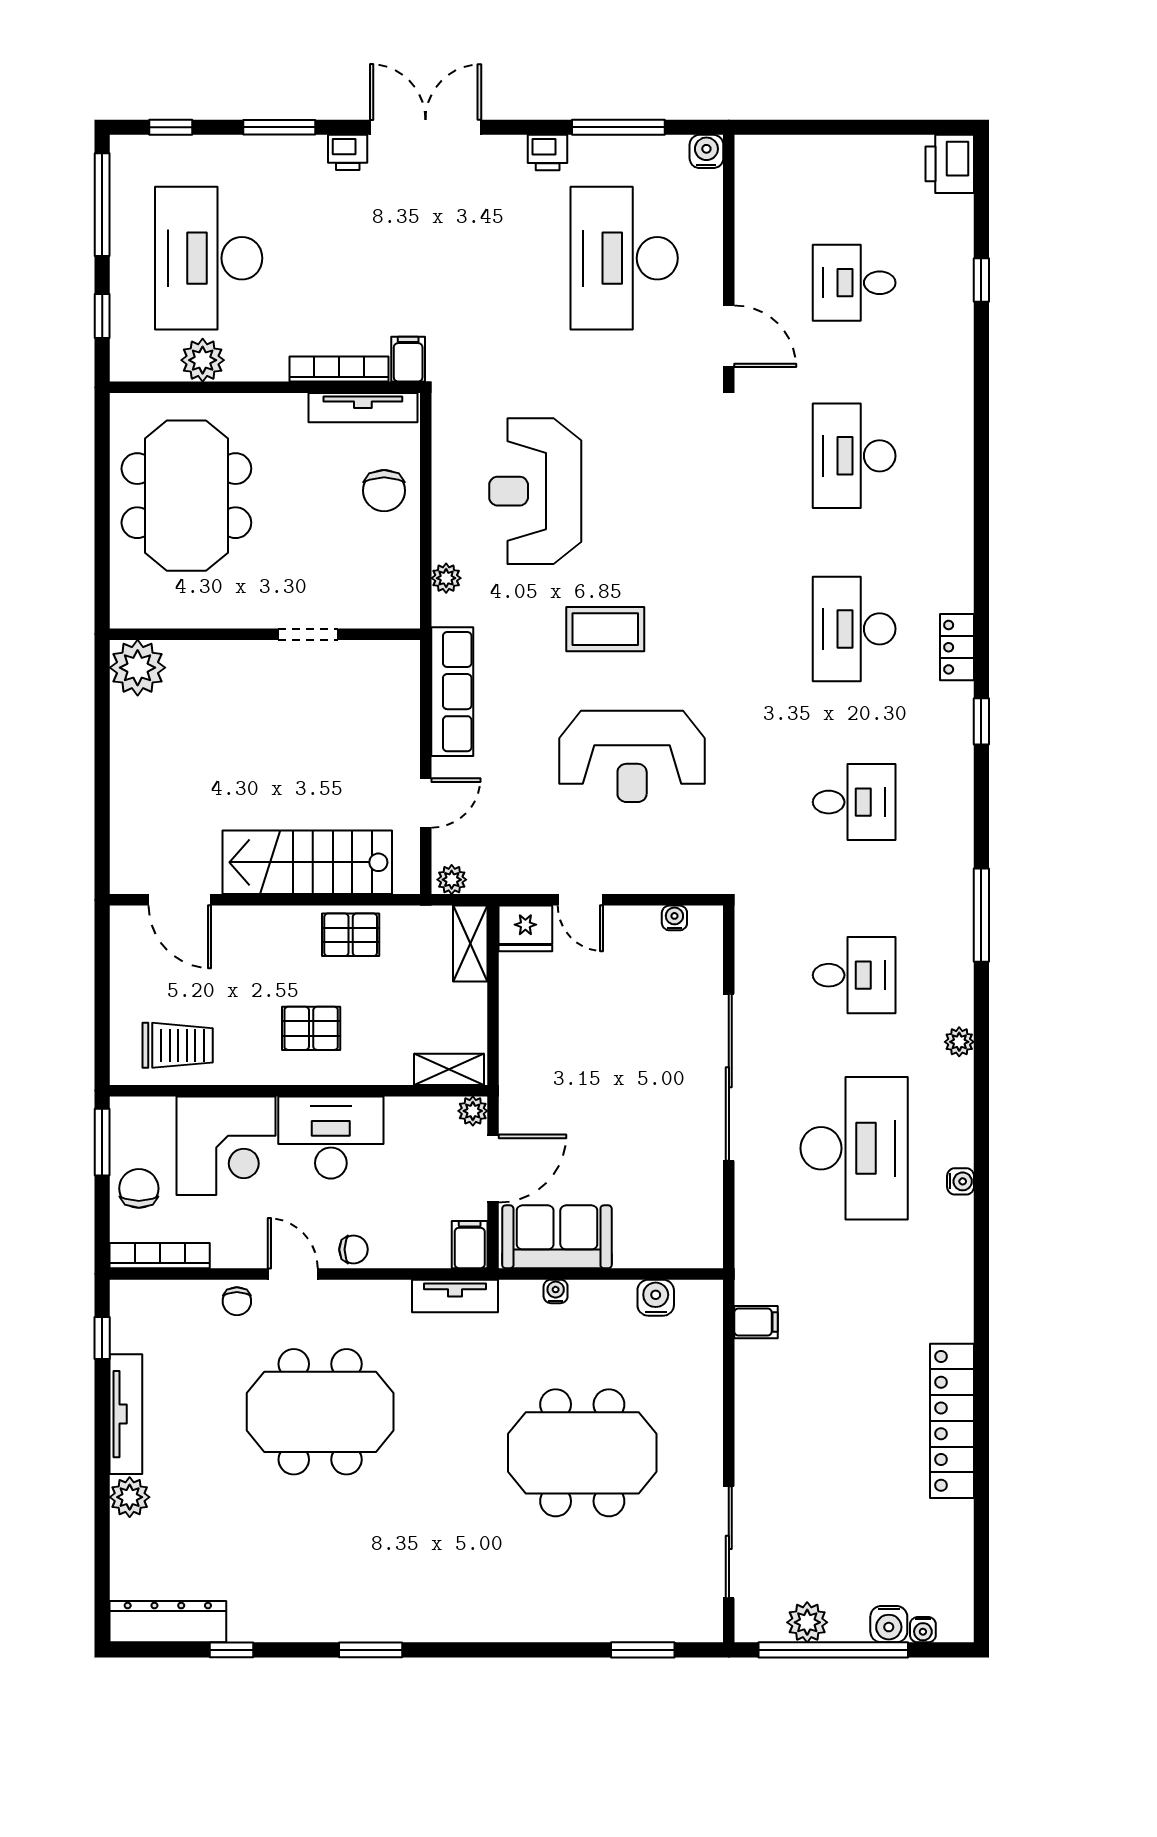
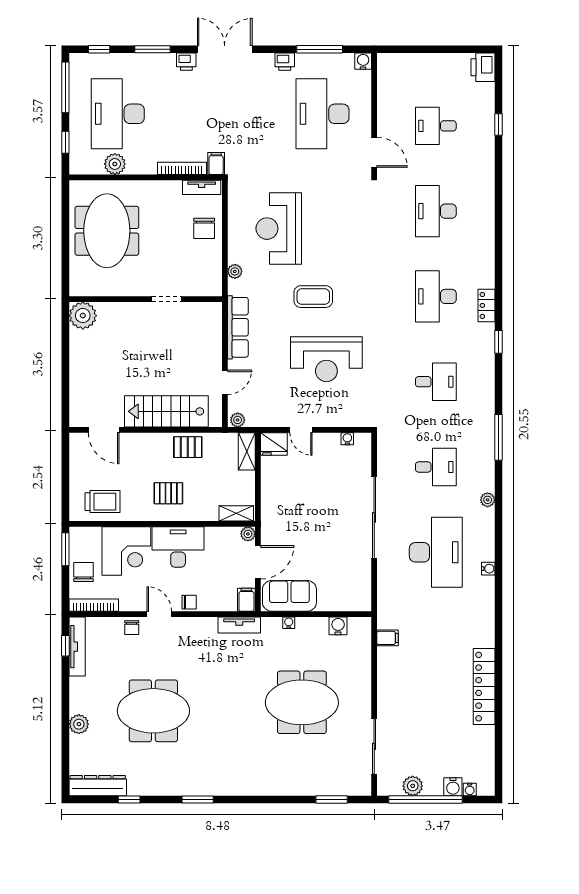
tv unit: (363, 408) -> (202, 187), width x0.71
meeting table: (320, 1412) -> (153, 711), moved
tv unit: (126, 1414) -> (77, 647), moved

